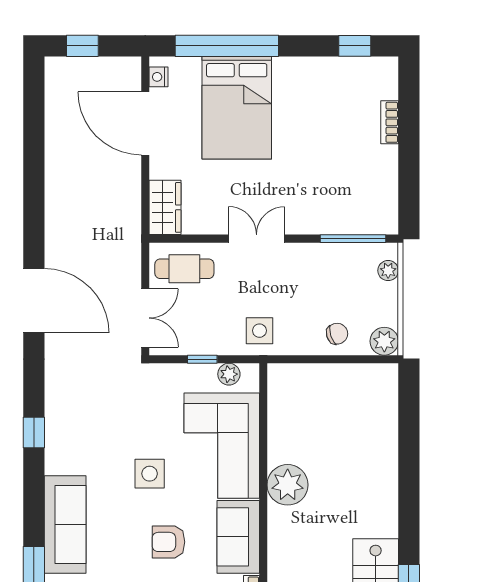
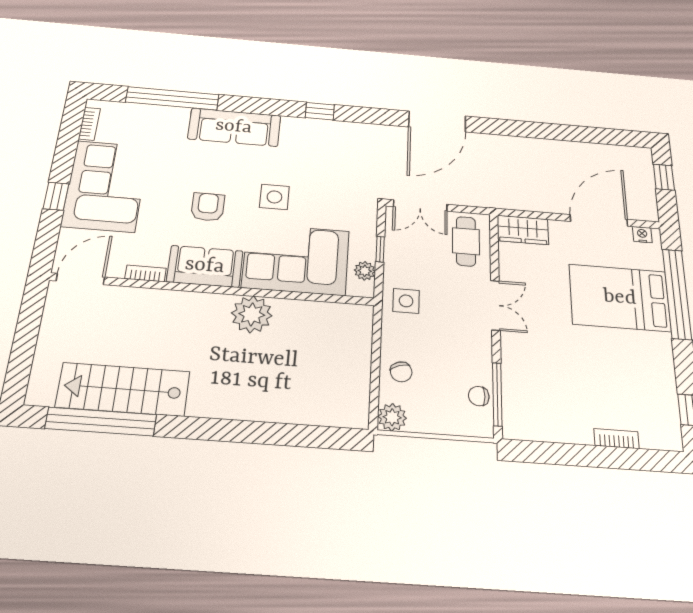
chair: (356, 257) -> (479, 396), added
plant: (388, 271) -> (465, 426), removed

